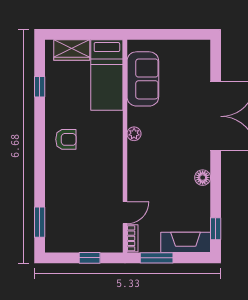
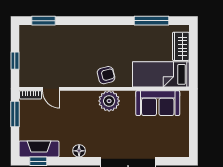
window: (40, 87) -> (151, 21), width x2.17
plant: (134, 134) -> (109, 101), width x1.87, depth x1.87
armchair: (66, 139) -> (106, 75), moved, turned -104
fireplace: (186, 242) -> (39, 149), moved, turned -90

